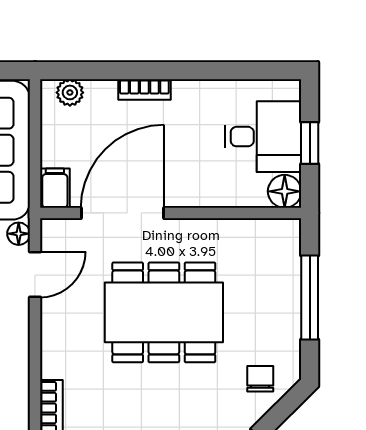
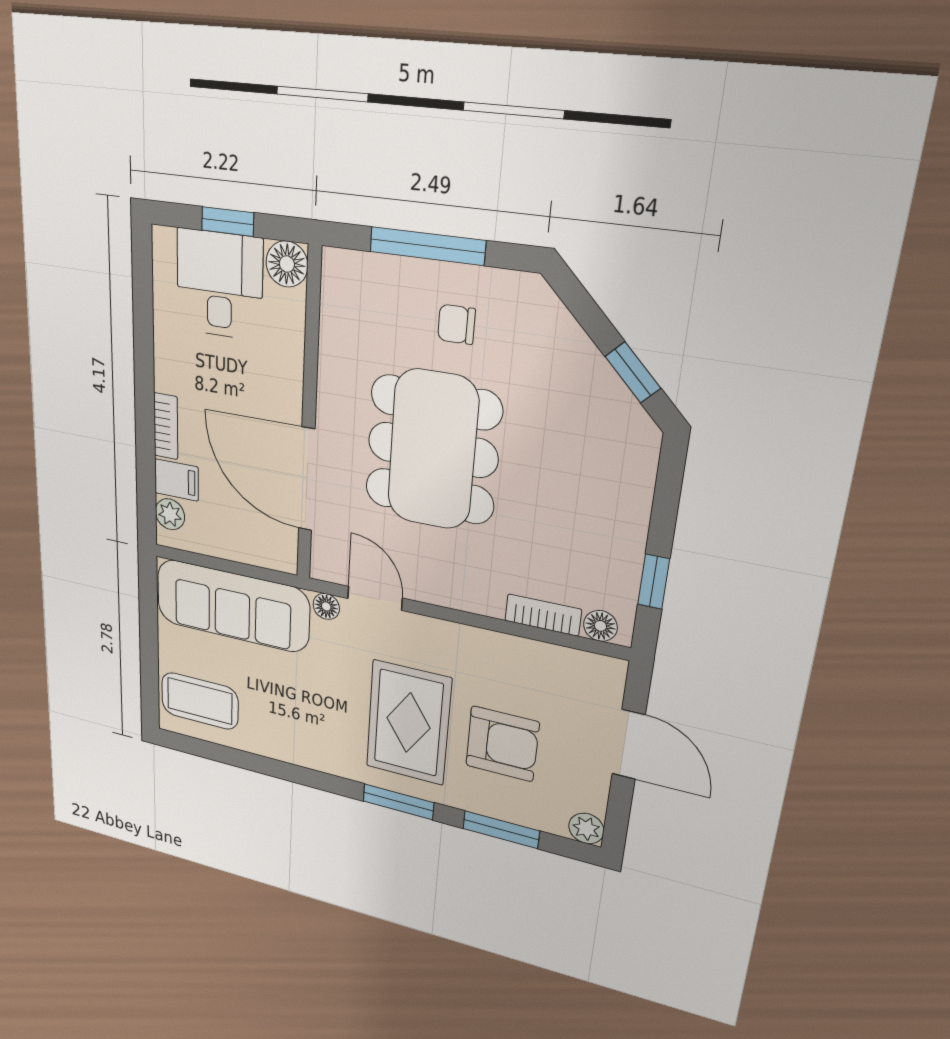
filing cabinet: (55, 188) -> (176, 480), moved, turned 180
chair: (260, 379) -> (456, 324), moved

